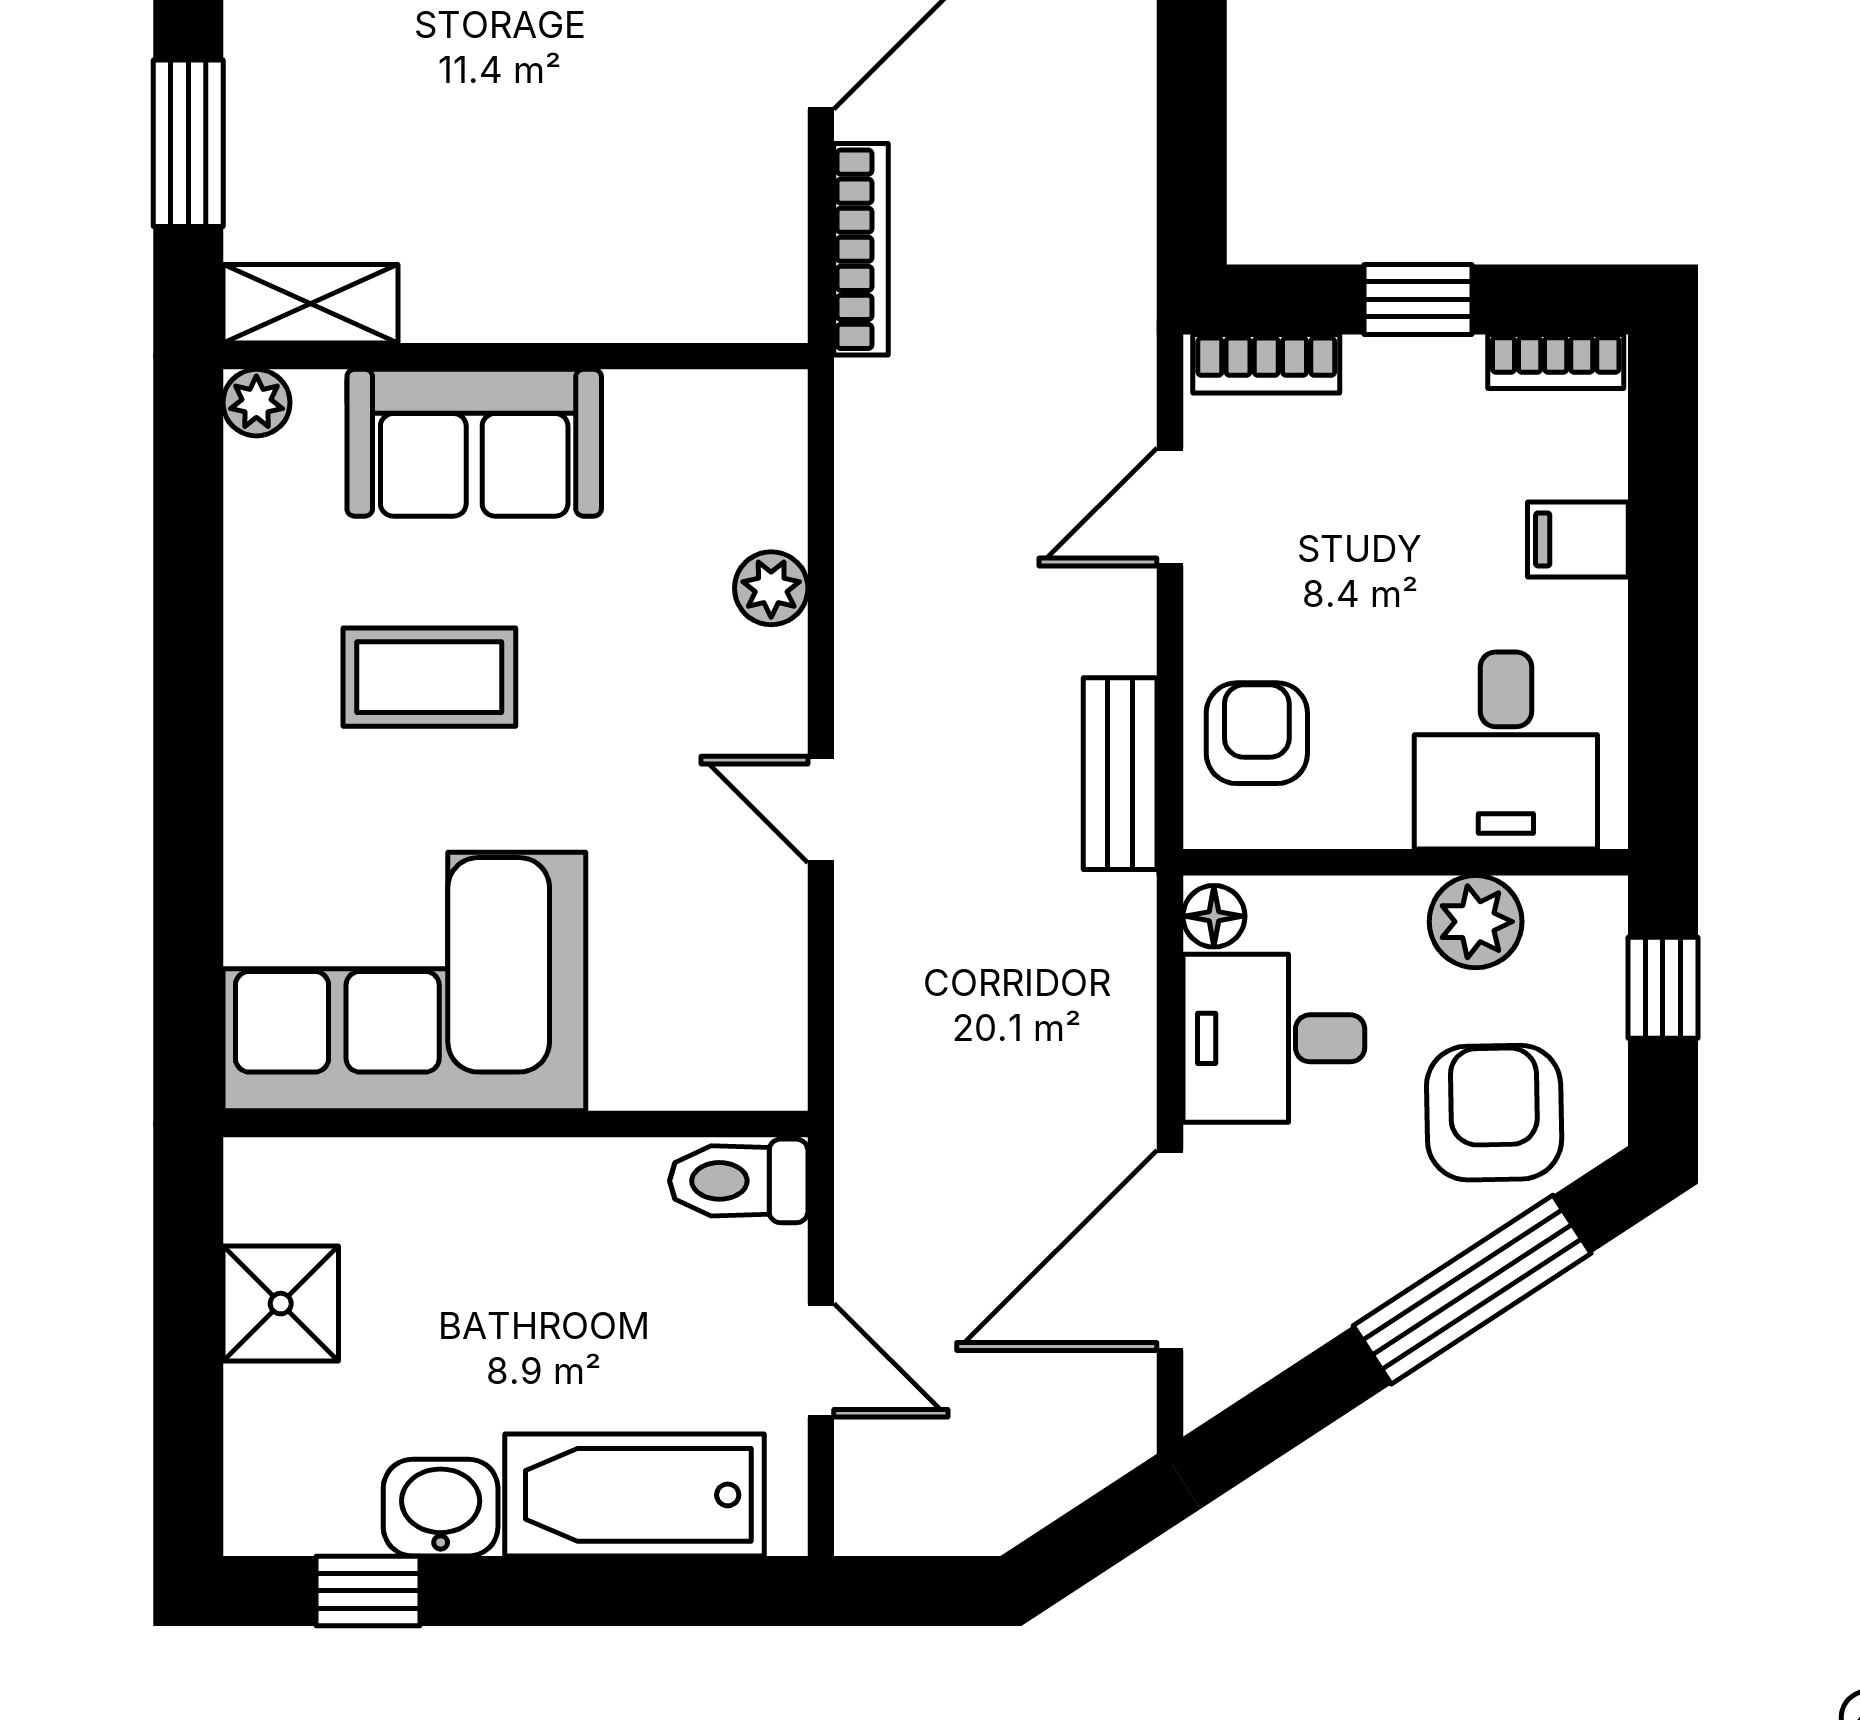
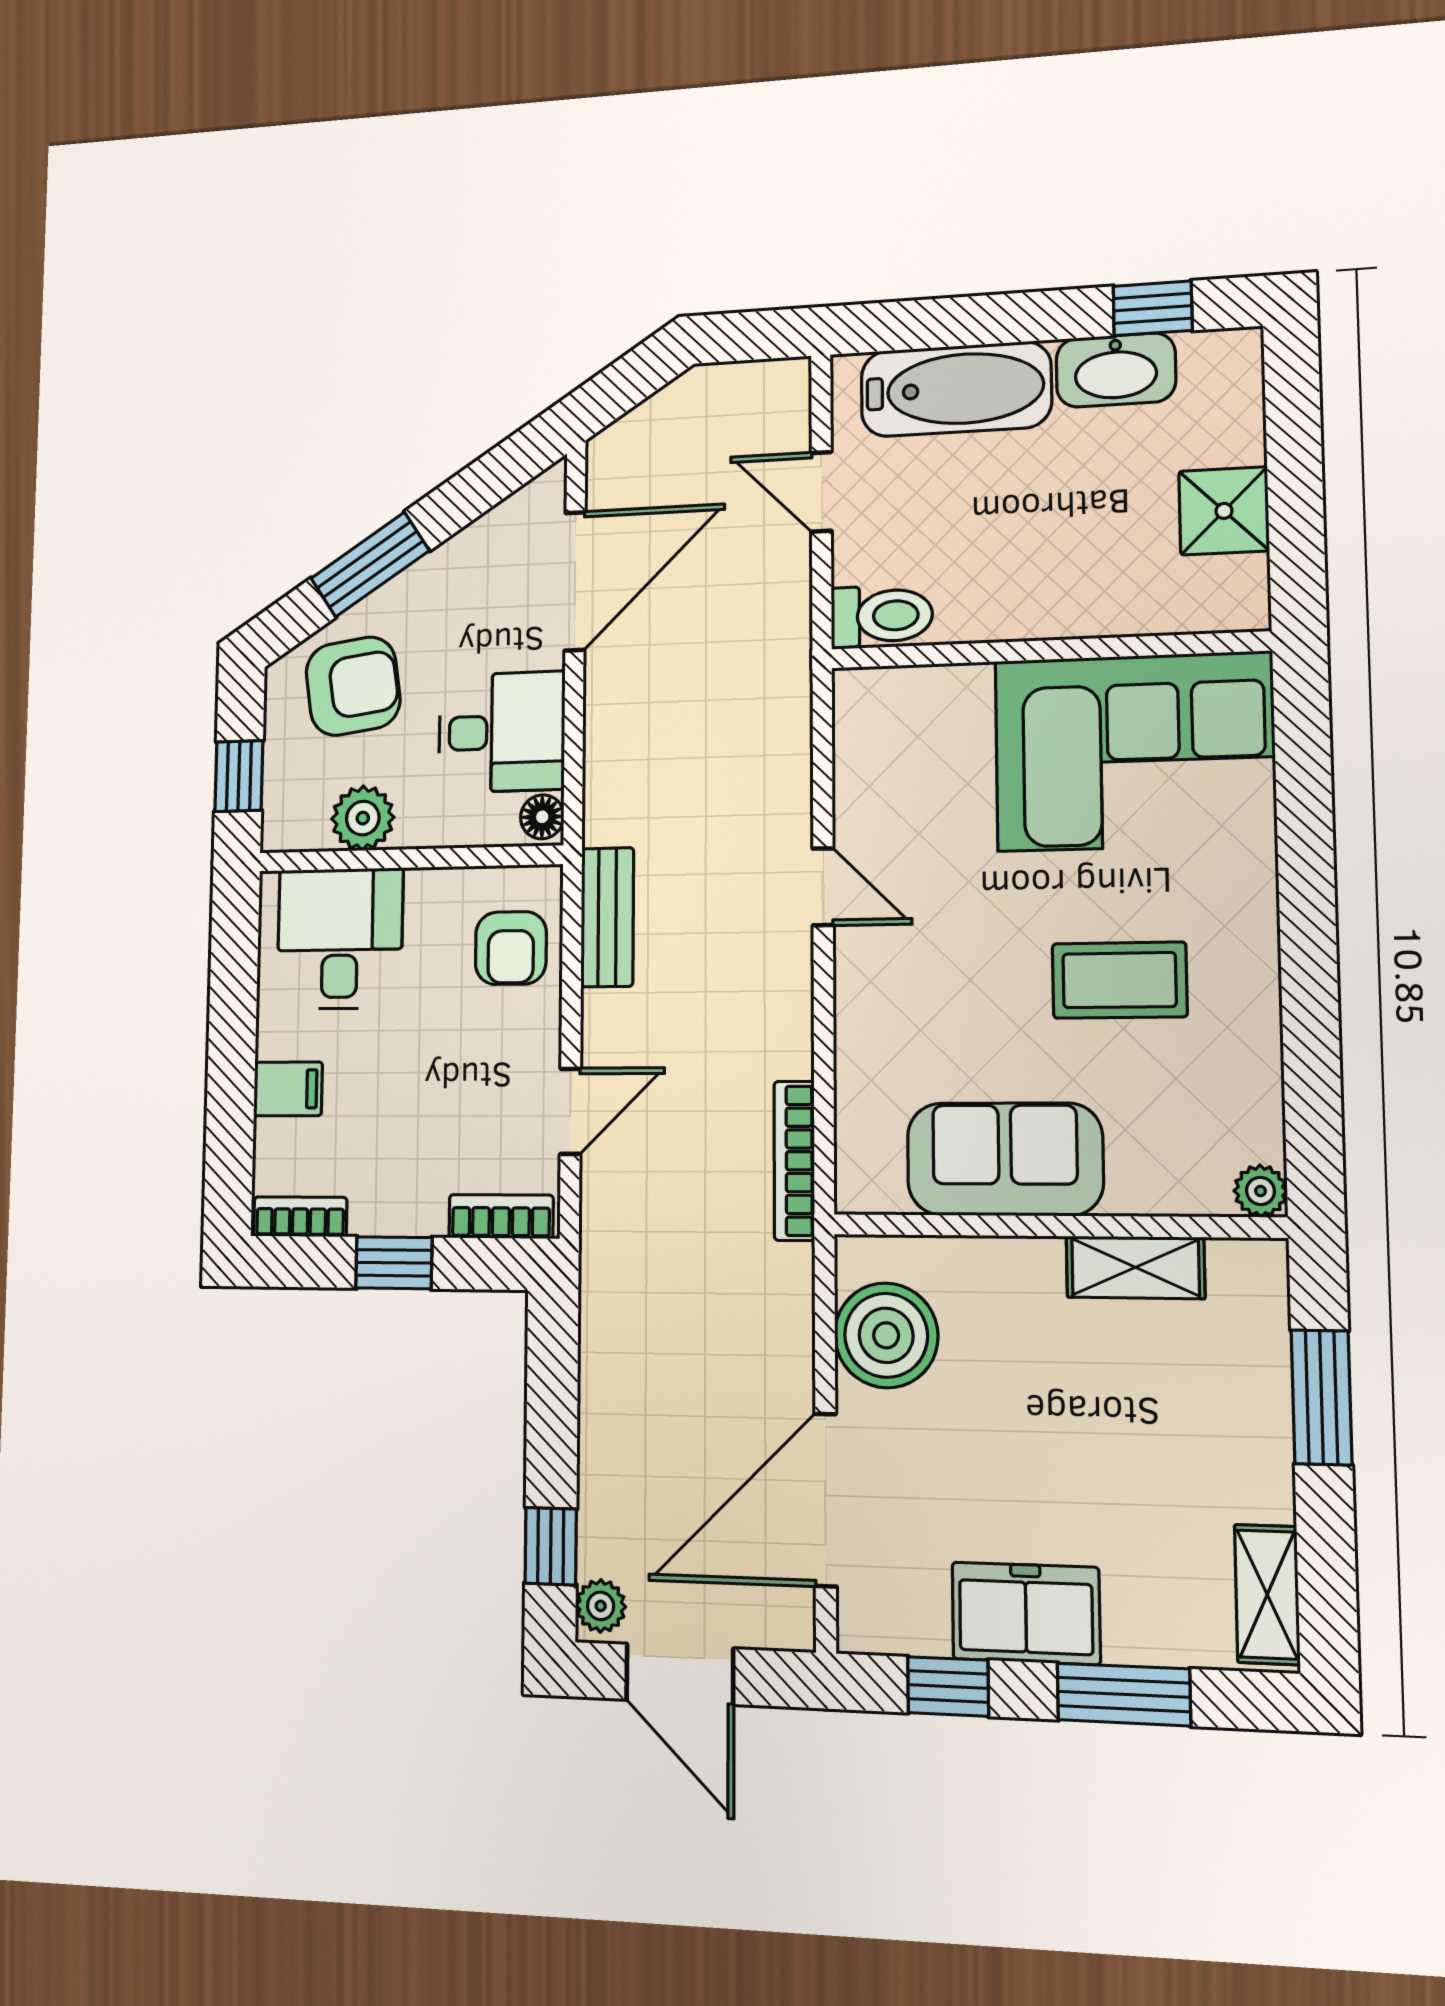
boiler: (740, 212) -> (886, 1335), added
bookcase: (861, 249) -> (794, 1161), moved
shelving: (310, 304) -> (1135, 1267), moved
sofa: (474, 443) -> (1005, 1159), moved
plant: (771, 588) -> (861, 1050), removed
armchair: (1494, 1113) -> (353, 686), turned -97
window: (1472, 1290) -> (370, 564), width x0.69
washbasin: (441, 1508) -> (1116, 370), width x1.38

